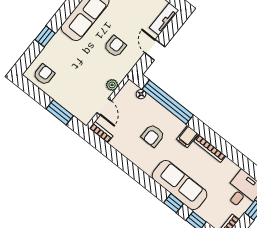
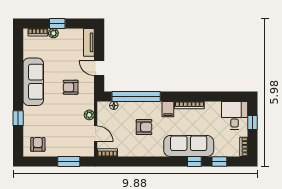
armchair: (115, 46) -> (71, 87), turned -90
armchair: (153, 136) -> (144, 127), turned -90

